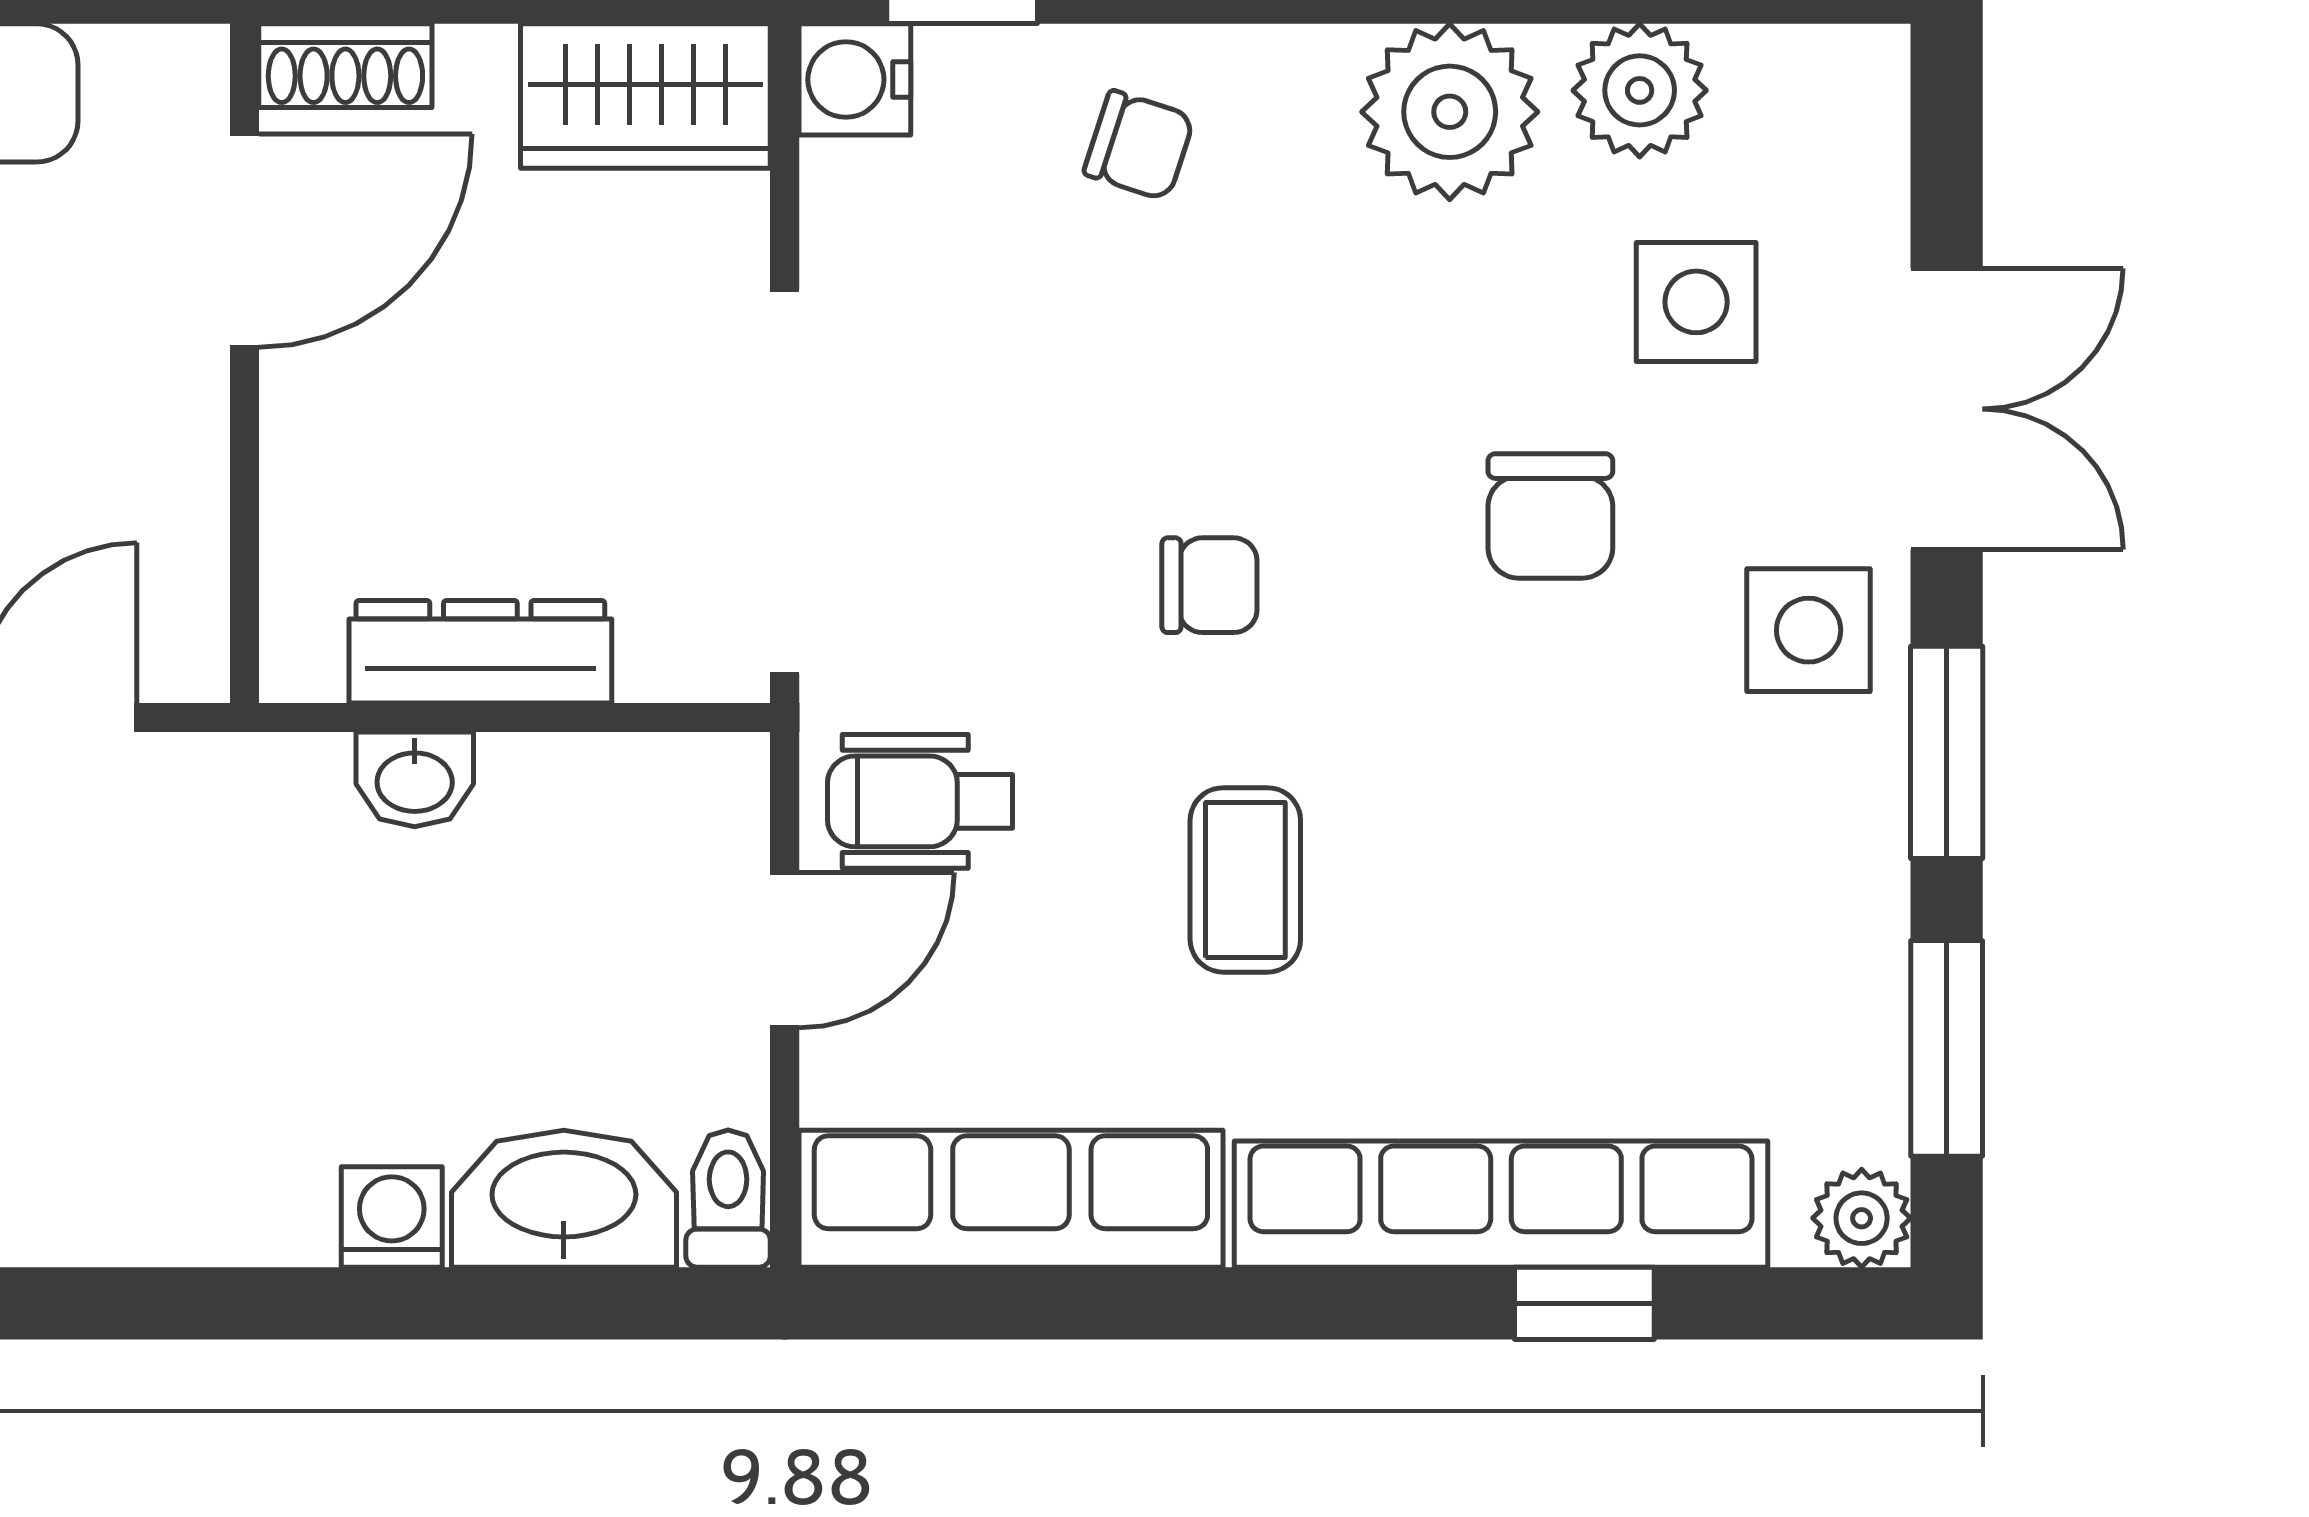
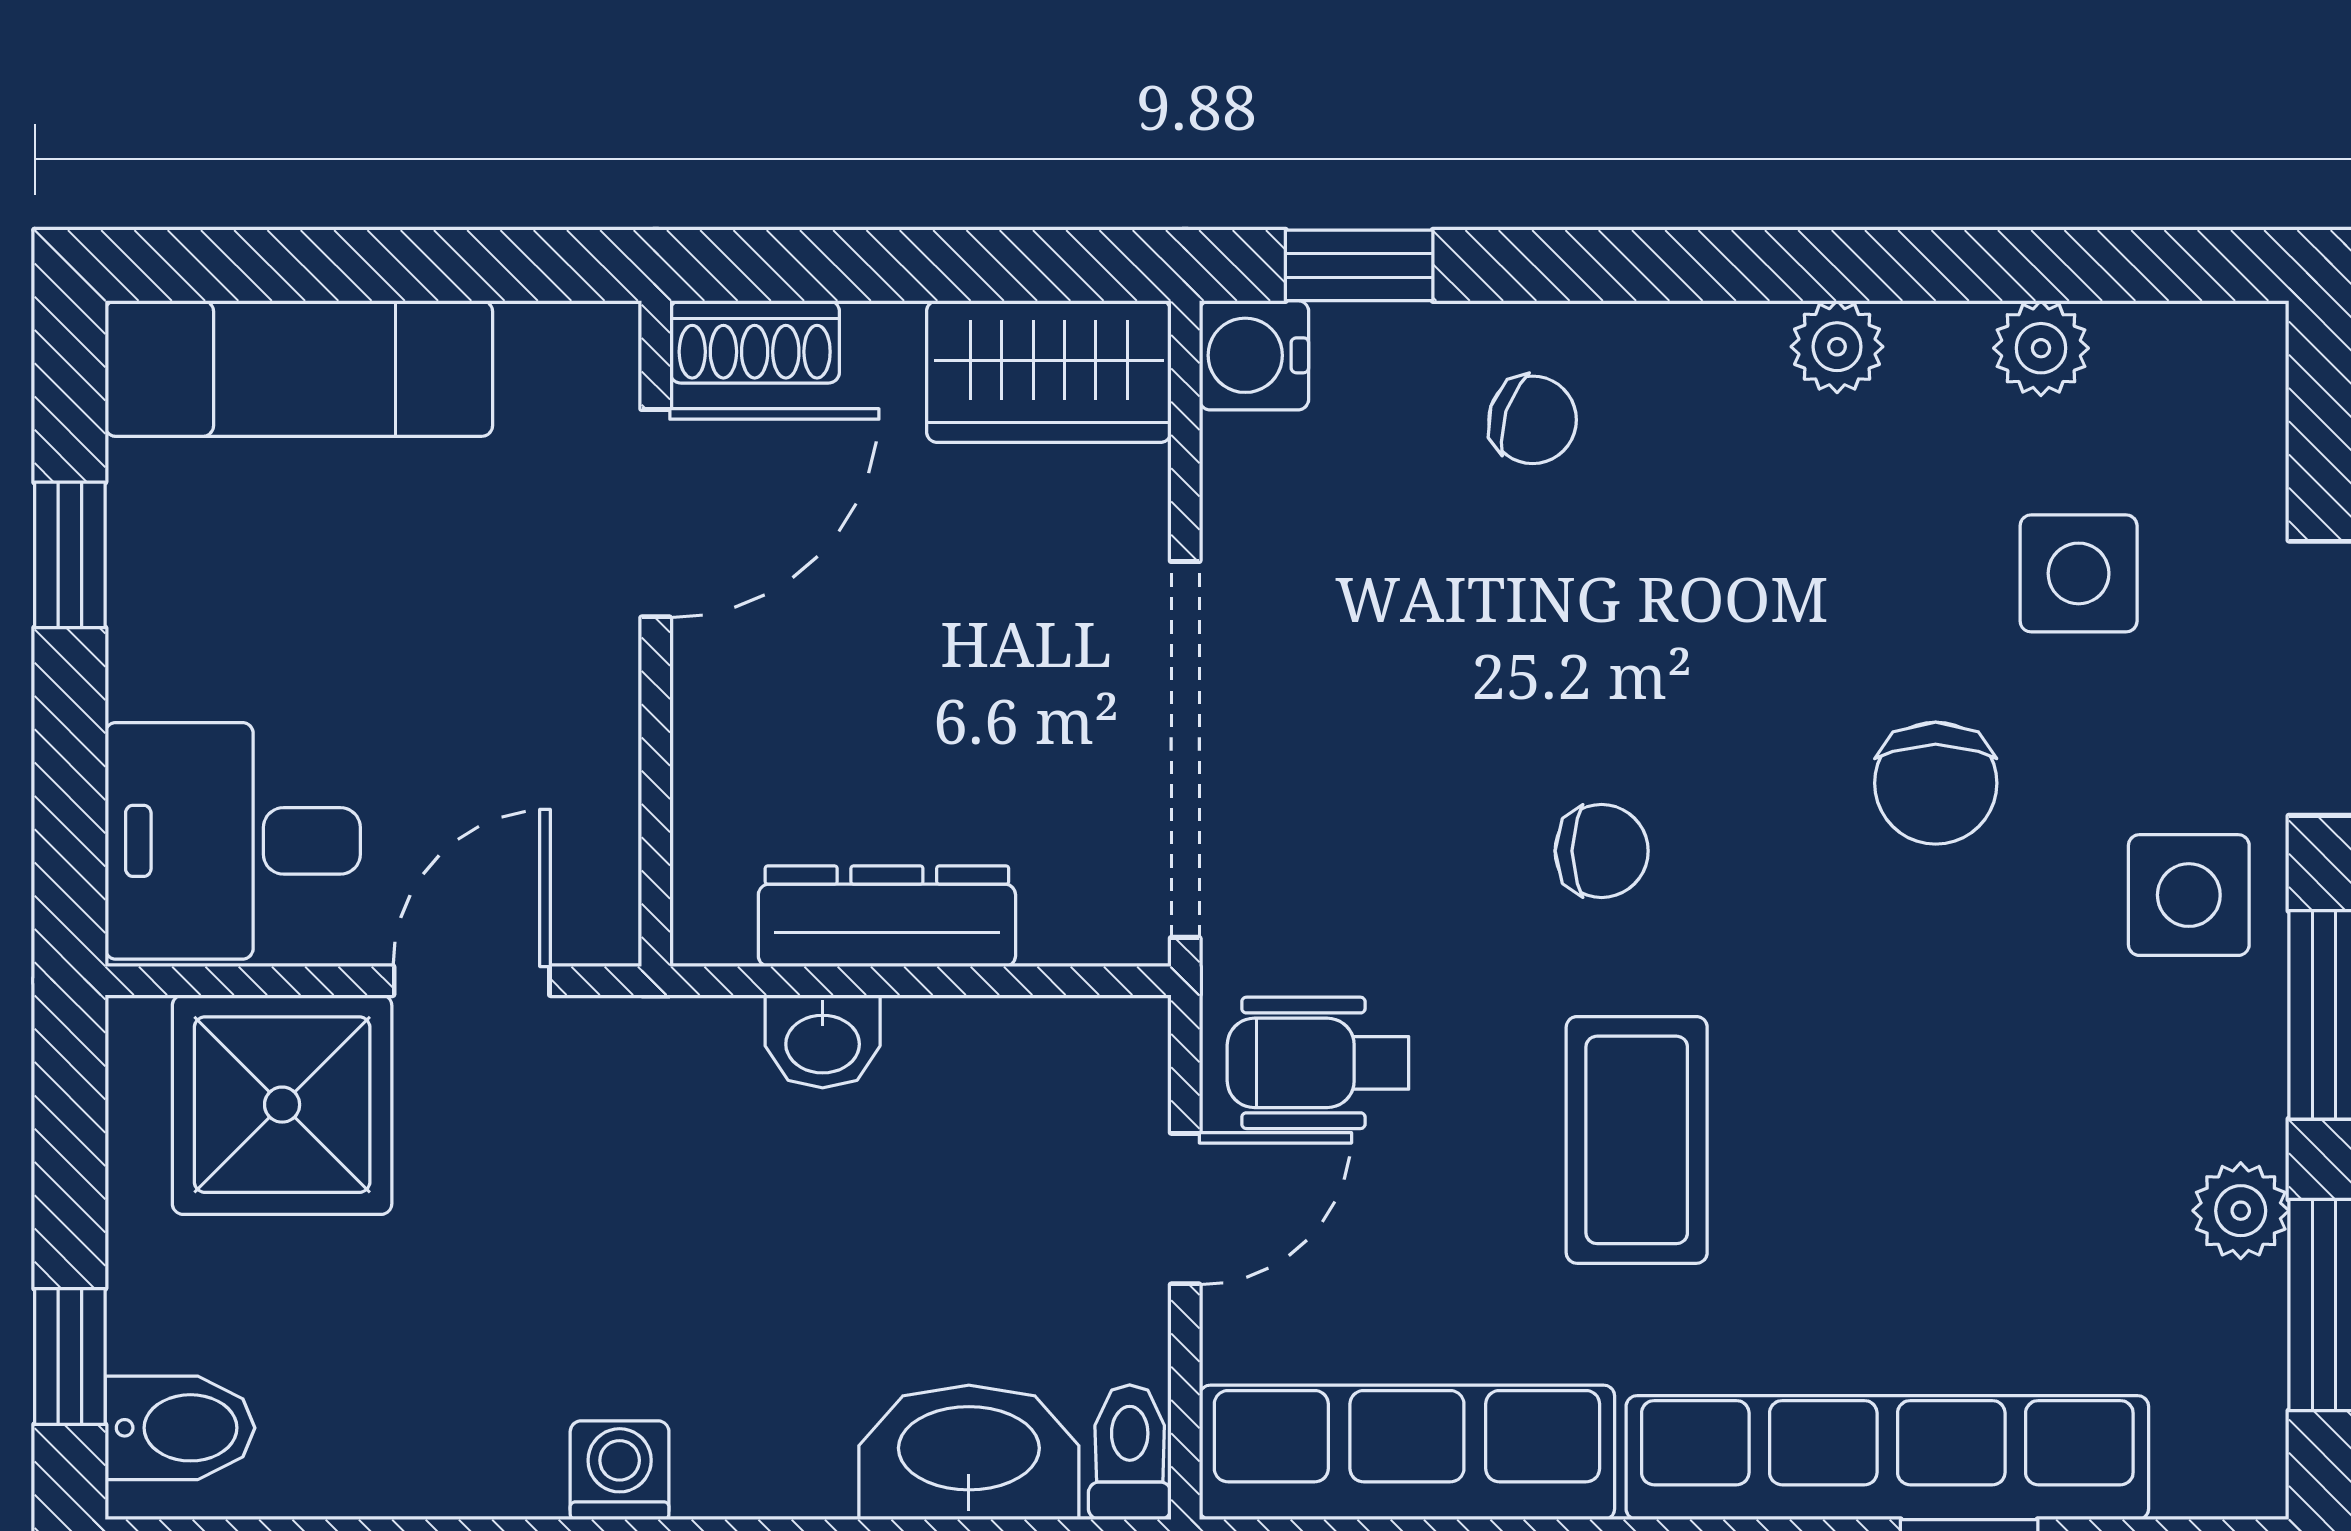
plant: (1640, 90) -> (2041, 348), width x0.73, depth x0.73
plant: (1450, 112) -> (1837, 347), width x0.53, depth x0.53
coffee table: (1245, 880) -> (1637, 1140), width x1.36, depth x1.30
washing machine: (392, 1217) -> (620, 1470), moved
plant: (1862, 1218) -> (2241, 1211), moved

